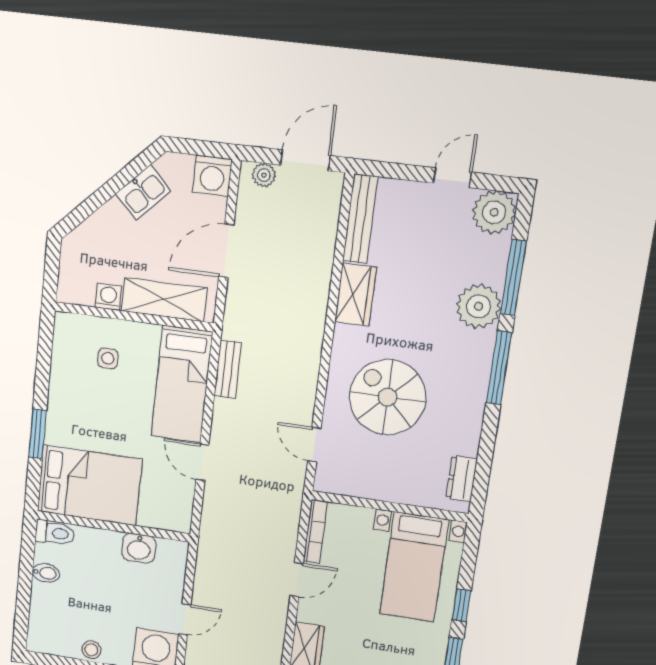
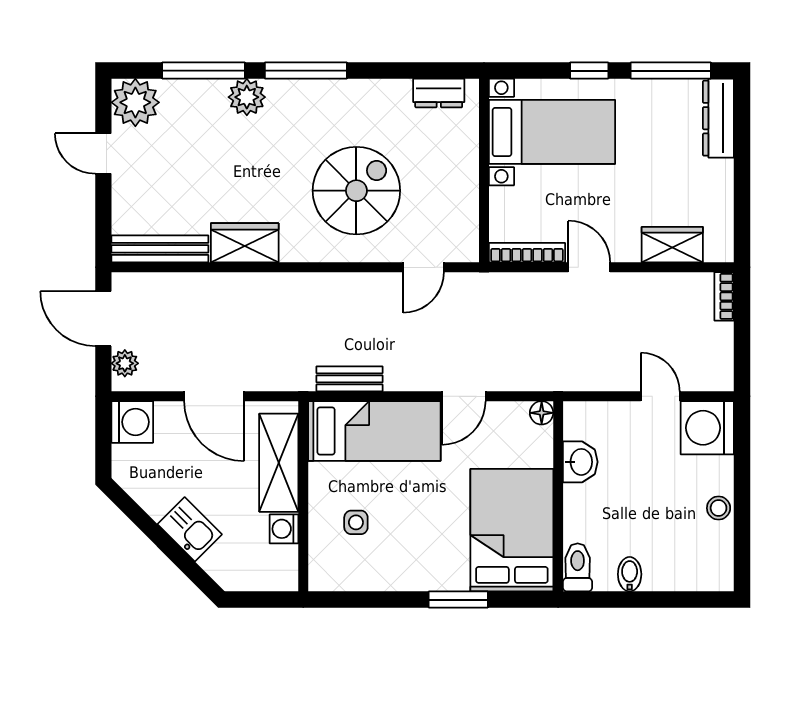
kitchen sink: (143, 192) -> (190, 529), moved
plant: (479, 306) -> (247, 97), width x0.73, depth x0.73
spiral stairs: (387, 397) -> (356, 191), turned 180
floor lamp: (182, 523) -> (542, 413), added

